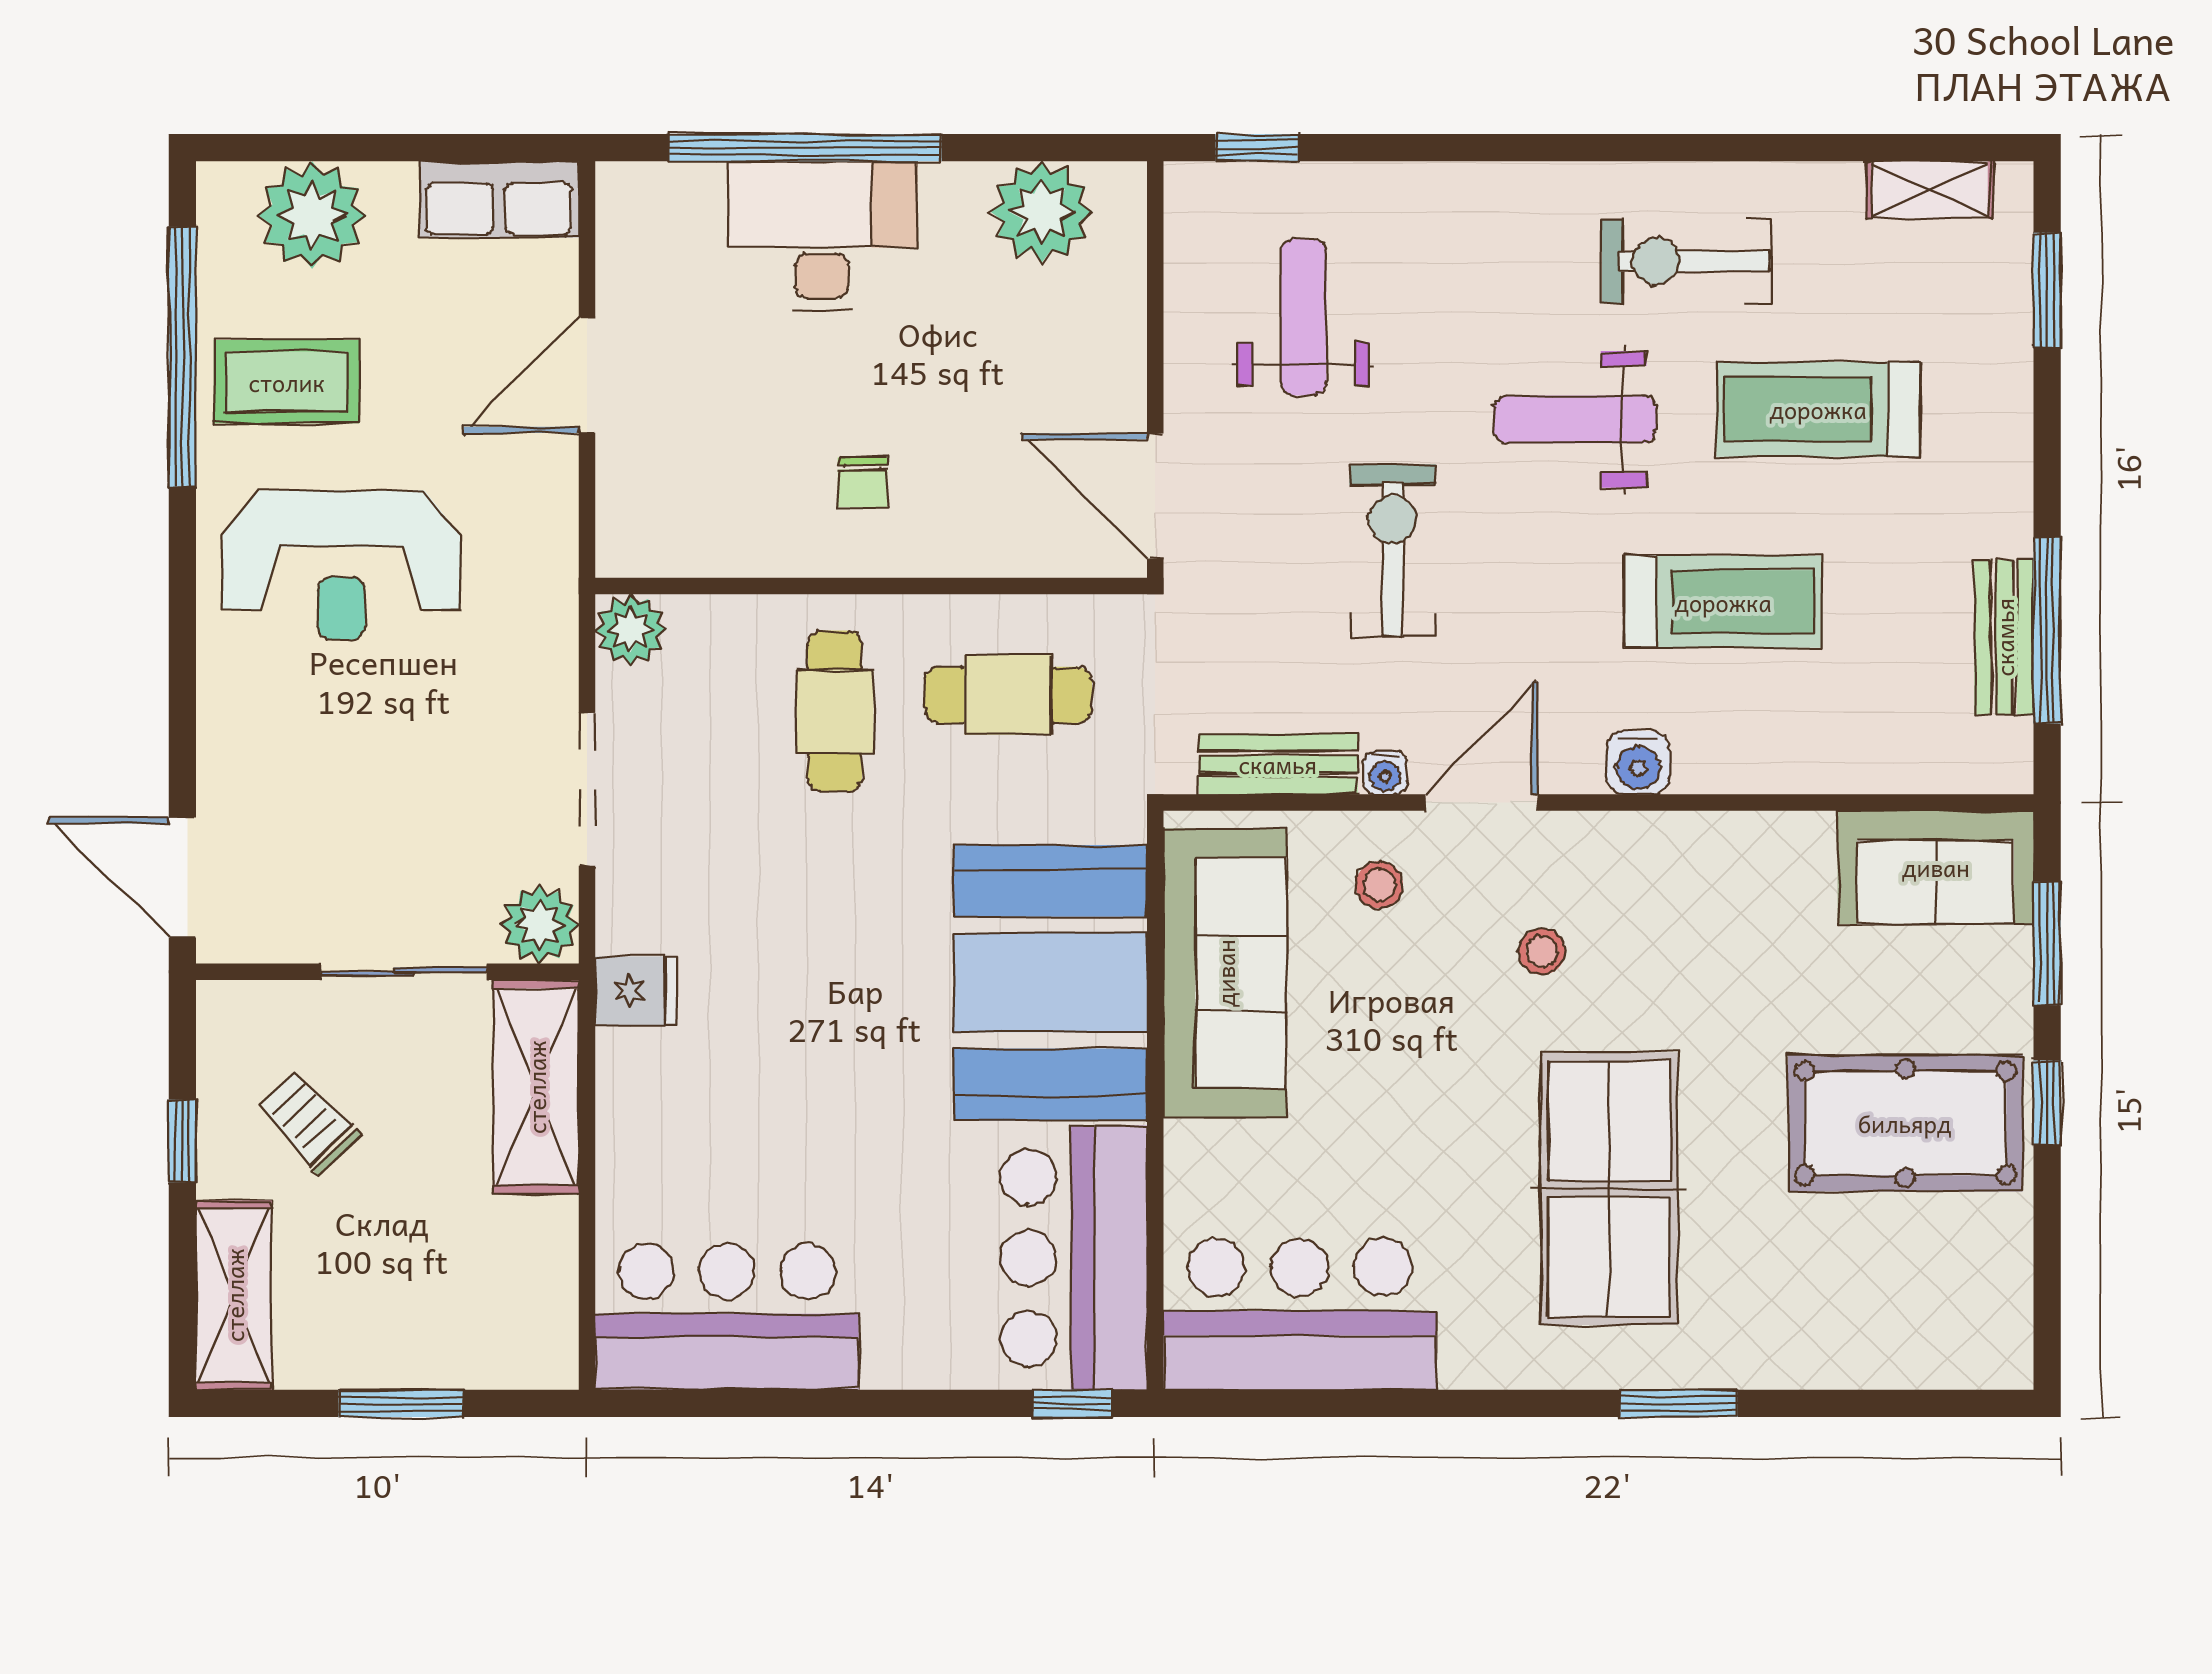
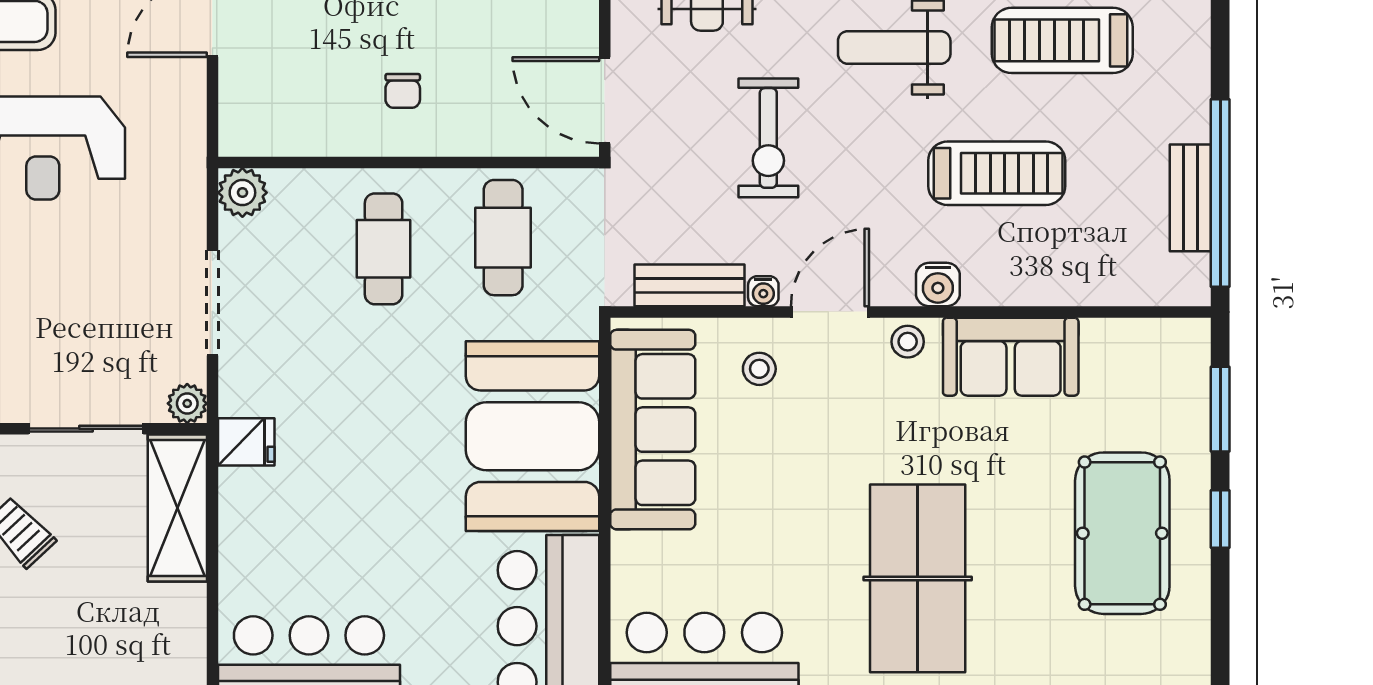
exercise bike: (1392, 551) -> (768, 138), turned 180
window: (2047, 630) -> (1220, 193), width x1.46
cafe table: (1008, 695) -> (503, 238), turned 90
sofa: (1936, 867) -> (1011, 357), moved
plant: (540, 925) -> (187, 403), width x0.73, depth x0.73
stool: (1542, 952) -> (908, 342), moved
pool table: (1905, 1123) -> (1122, 533), turned 90

